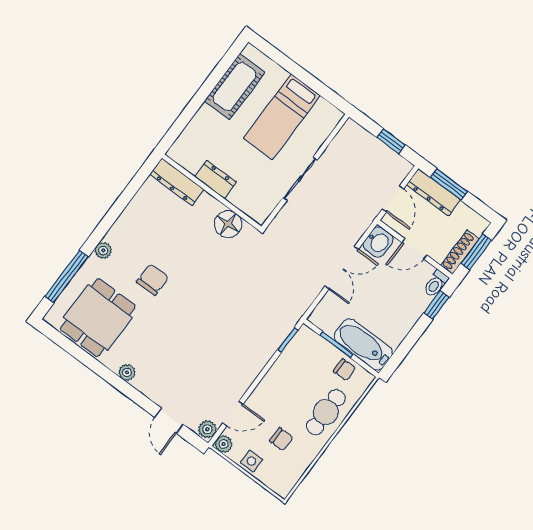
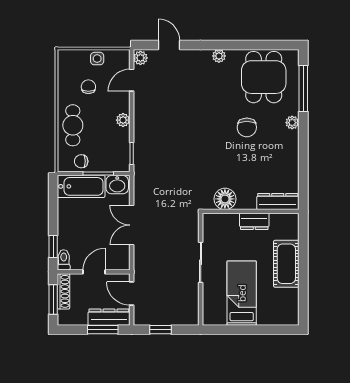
cot: (235, 87) -> (286, 264), moved
washbasin: (378, 242) -> (117, 185), moved, turned -90
chair: (281, 439) -> (88, 87), turned 90
plant: (224, 444) -> (123, 120), moved

